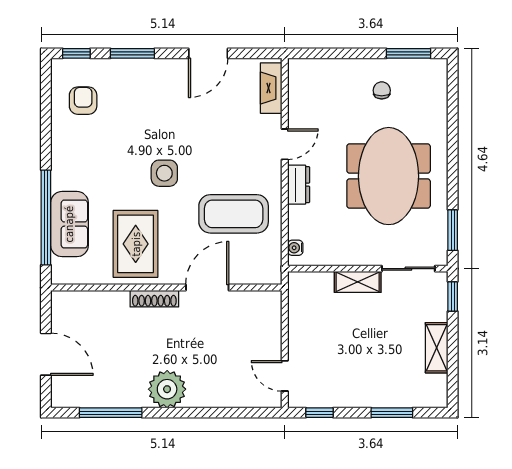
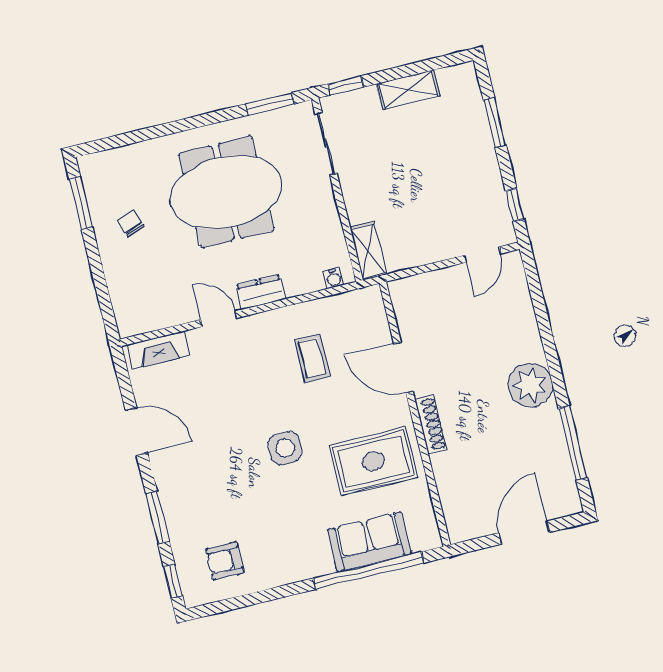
chair: (382, 90) -> (130, 223), turned 70
coffee table: (234, 214) -> (312, 358), width x0.54, depth x0.58
shelving: (358, 282) -> (368, 251), moved

